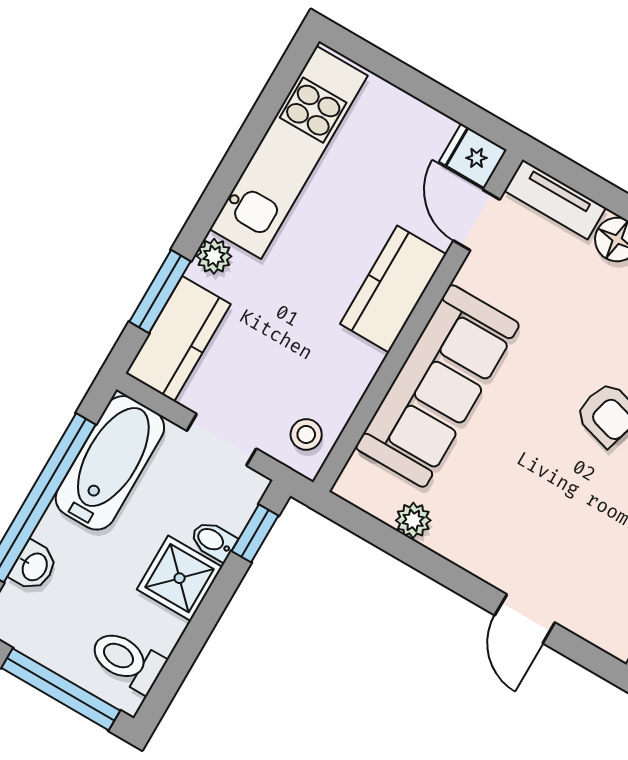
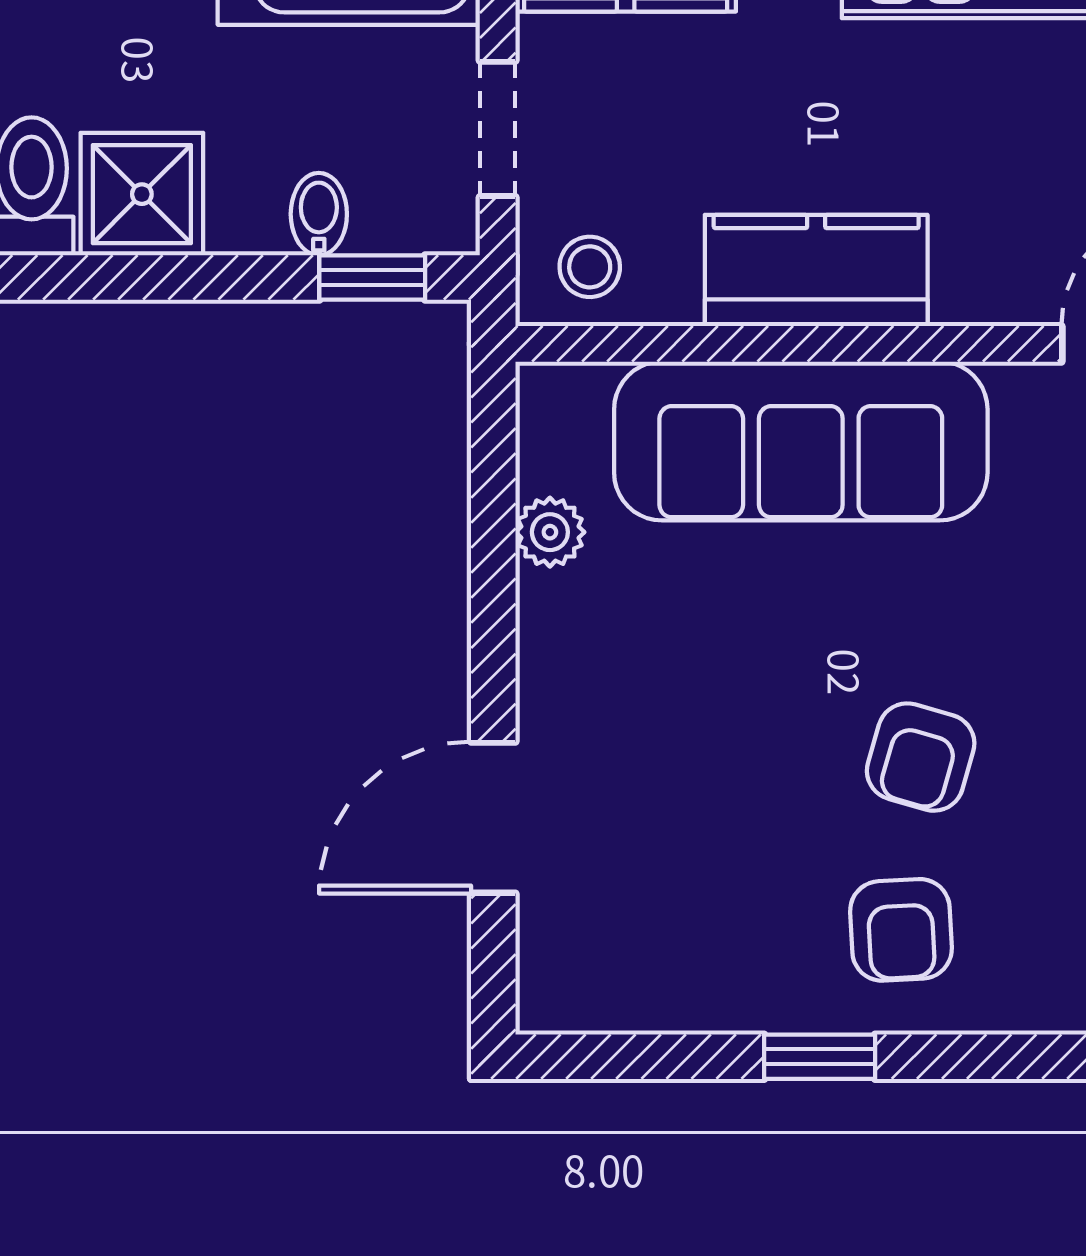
kitchen counter: (393, 289) -> (816, 271), moved
shower: (180, 578) -> (142, 194), moved
door: (525, 619) -> (493, 818), width x1.38

